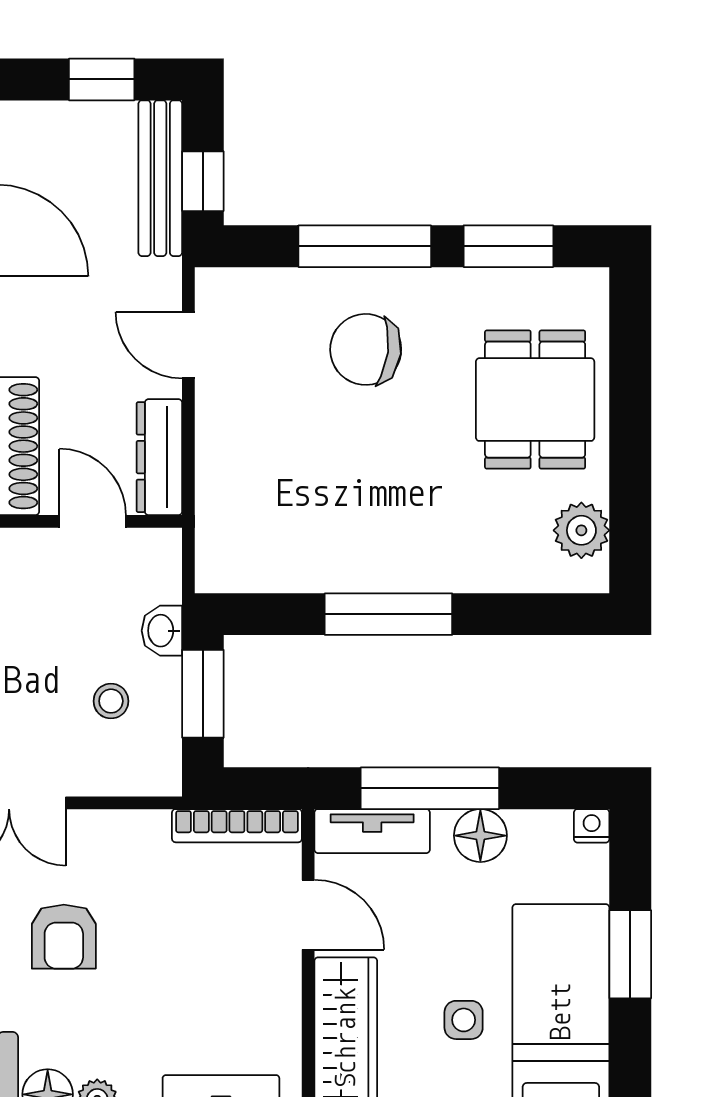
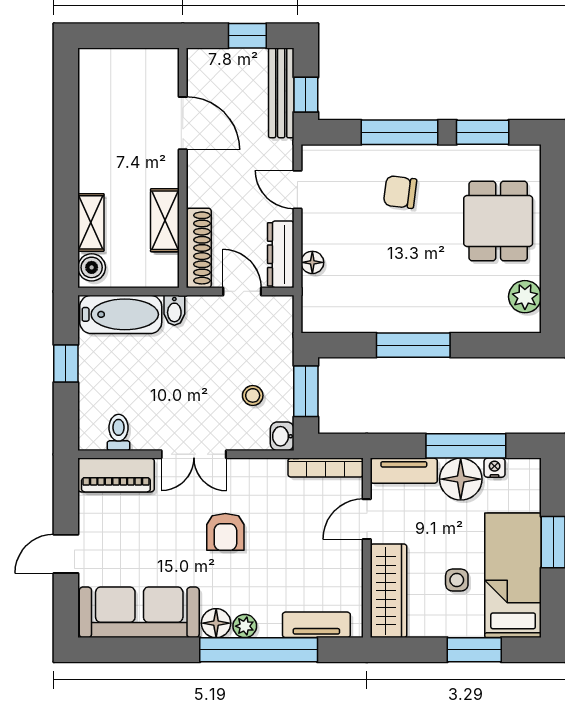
chair: (366, 349) -> (400, 192), width x0.73, depth x0.73
floor lamp: (214, 471) -> (312, 262), added
washbasin: (162, 631) -> (282, 436), moved
window: (430, 788) -> (466, 446), moved
nightstand: (592, 826) -> (495, 468), moved
floor lamp: (480, 836) -> (461, 479), width x1.38, depth x1.38
door: (308, 915) -> (367, 519), swing flipped

